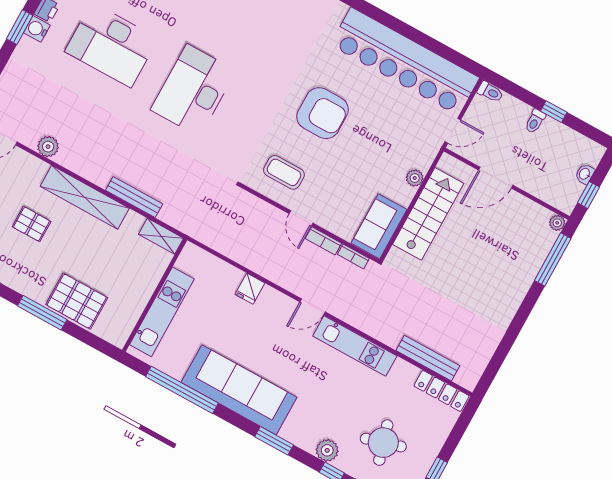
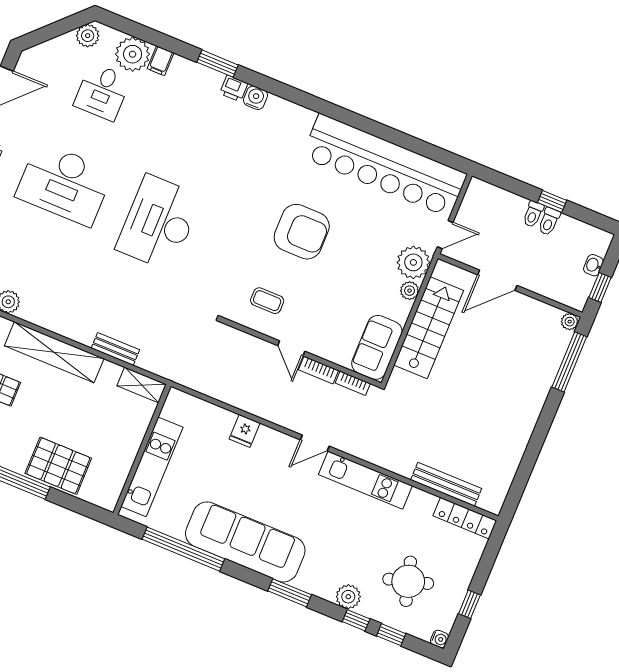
toilet: (490, 92) -> (549, 221), moved, turned 90
plant: (421, 153) -> (413, 262), added
coffee table: (284, 172) -> (267, 301), width x0.73, depth x0.77
bench: (134, 197) -> (115, 349), width x0.73

